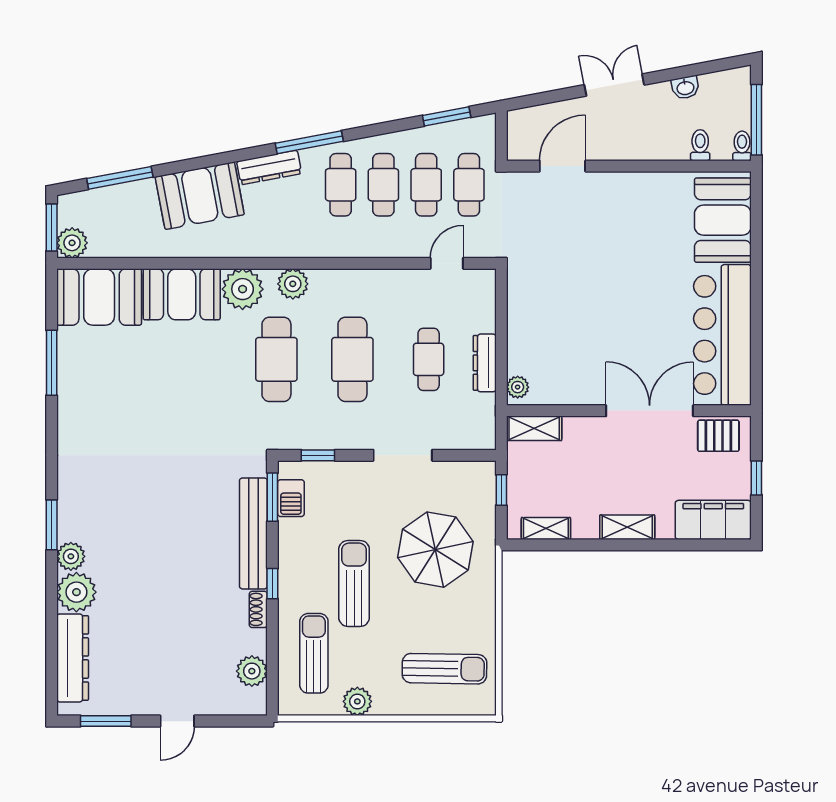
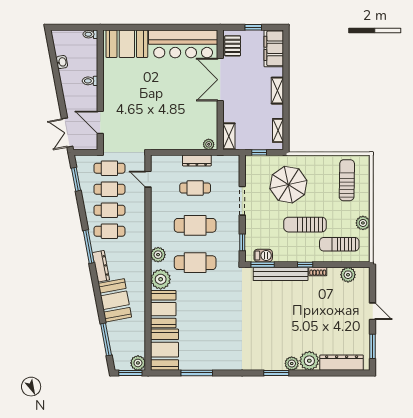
double door: (614, 85) -> (67, 133), moved
window: (756, 120) -> (78, 27), removed
toilet: (700, 145) -> (90, 81), moved

